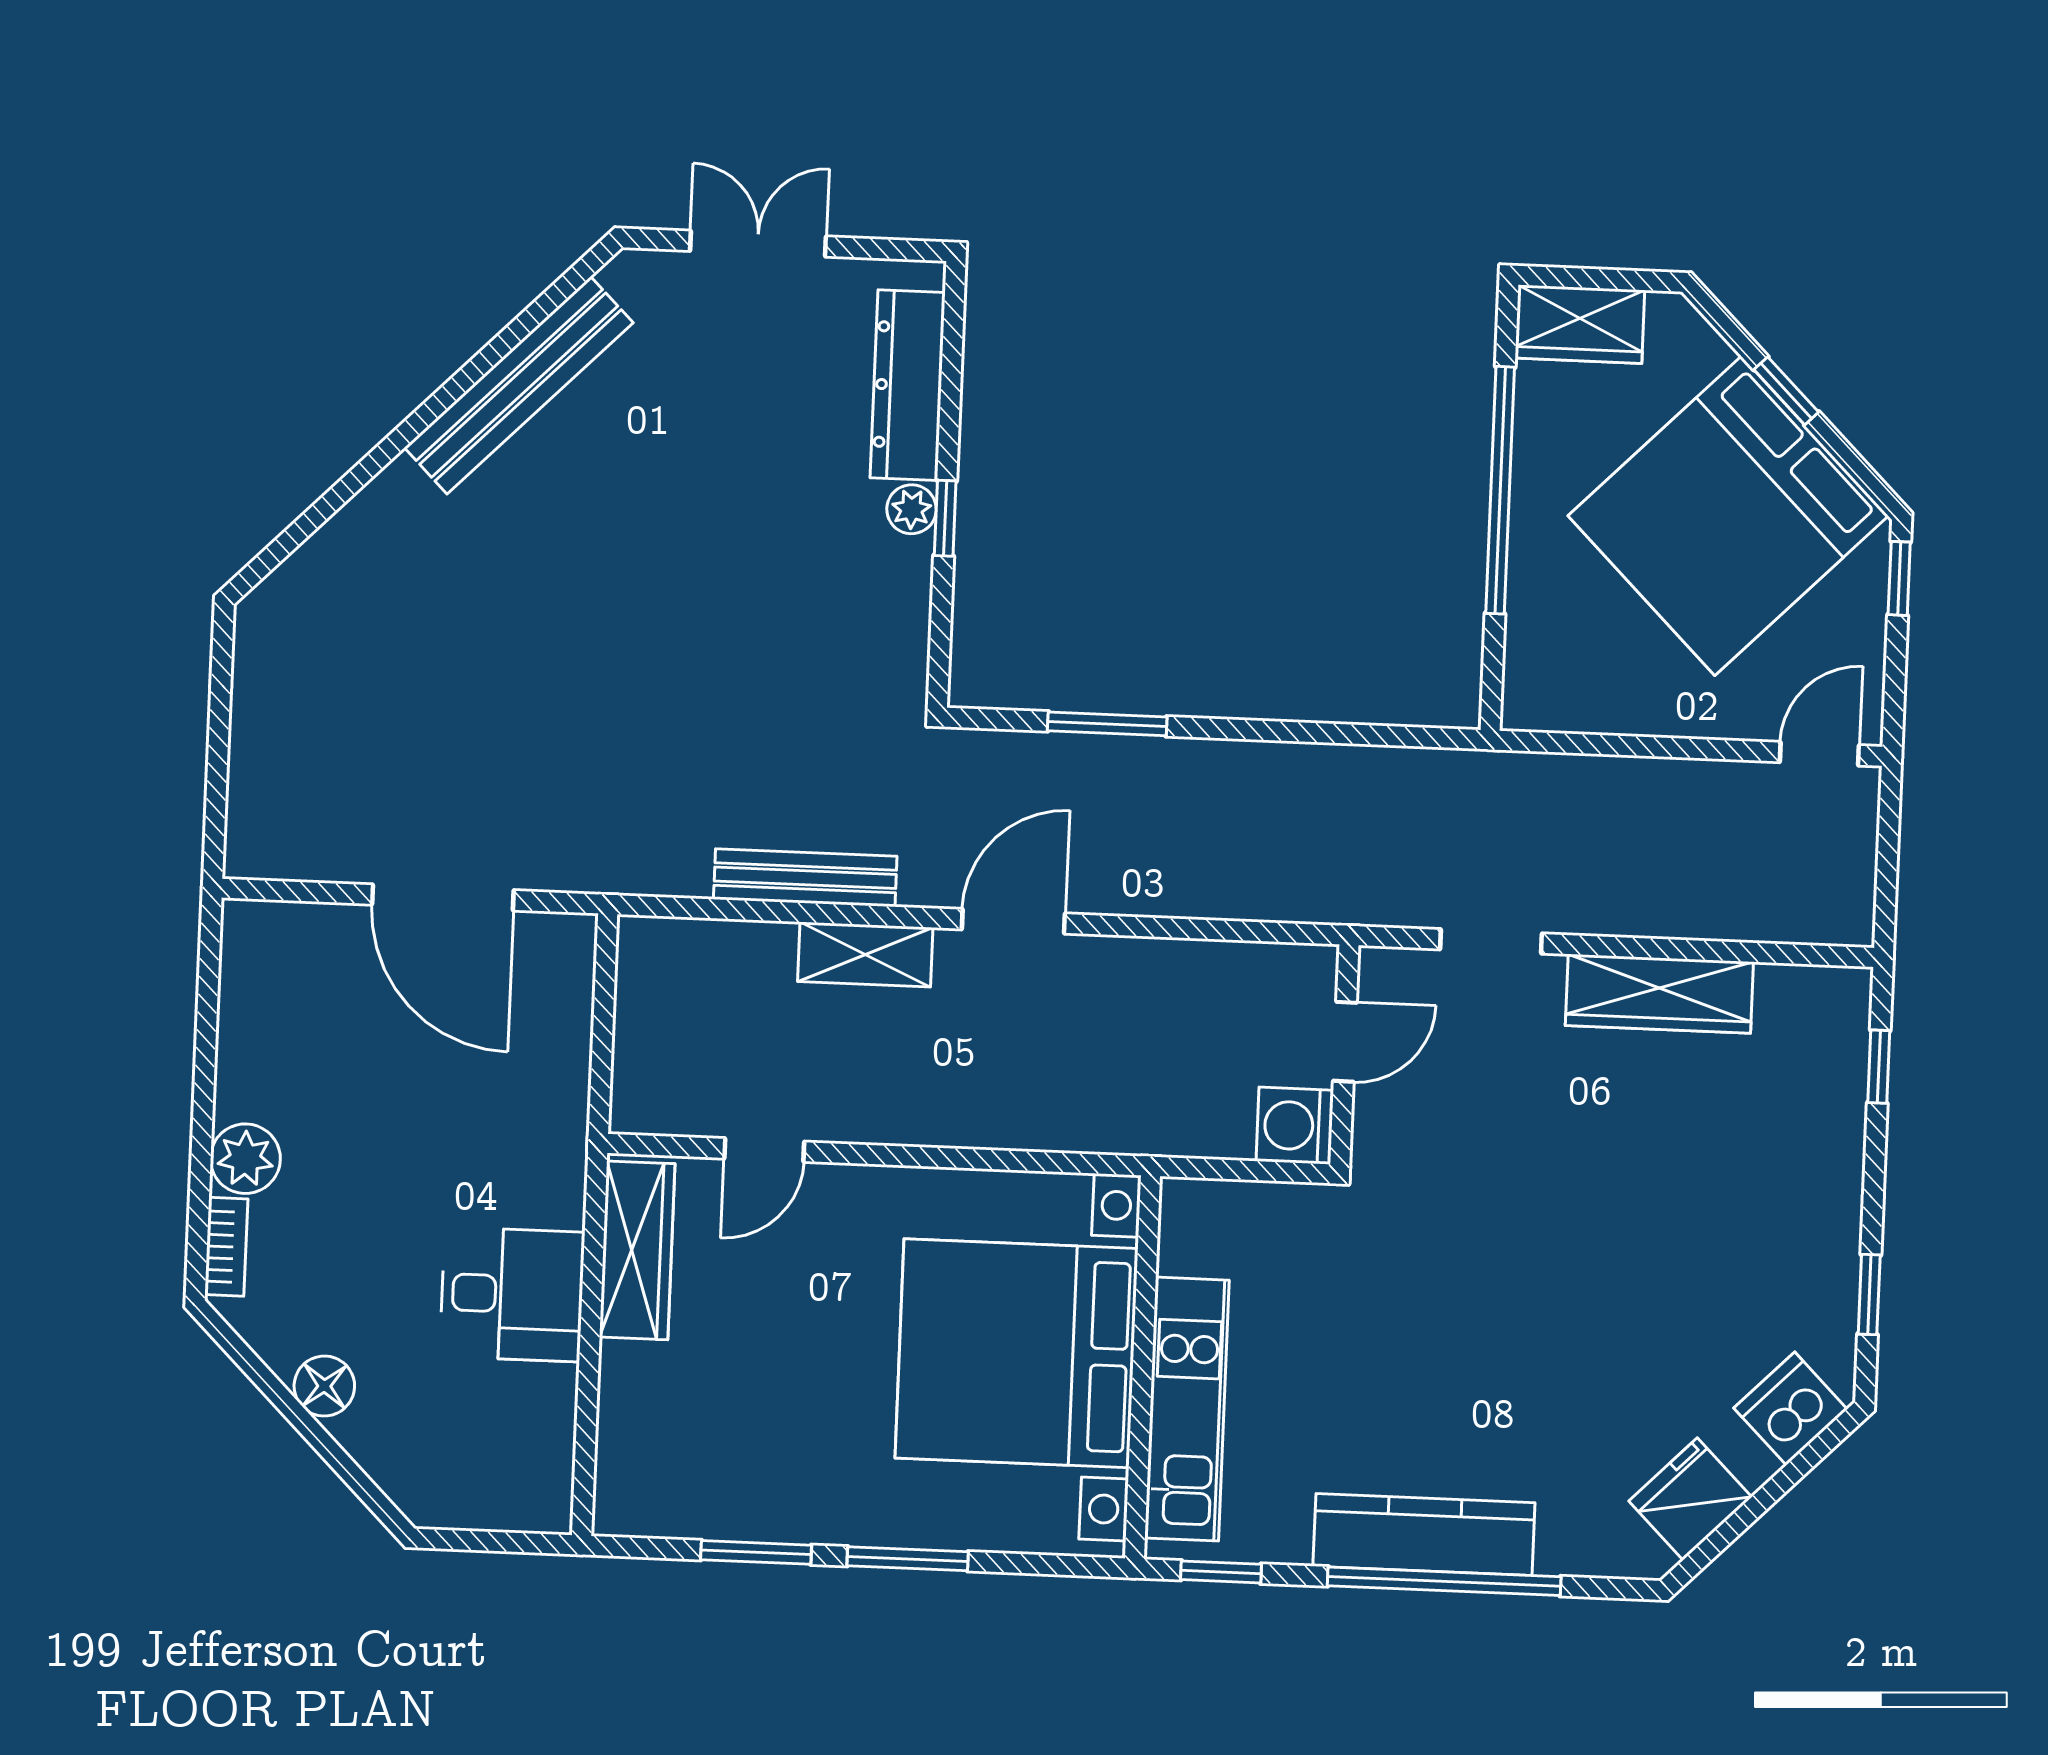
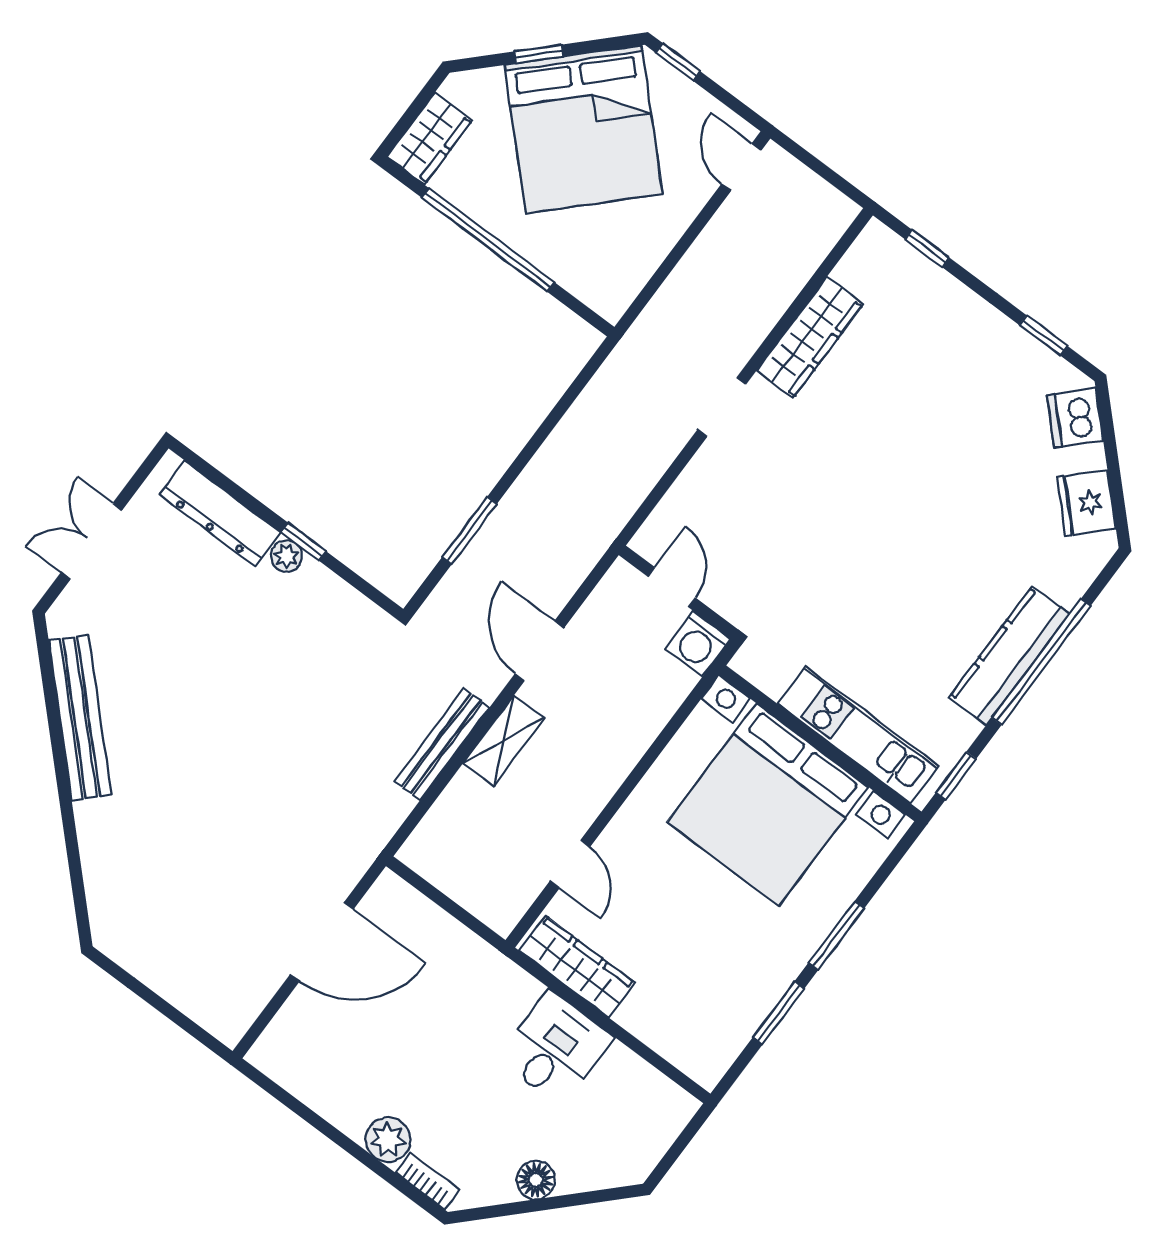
door: (1345, 1042) -> (672, 587), moved
wall: (1344, 1055) -> (678, 592), moved
washing machine: (1295, 1126) -> (698, 644), moved

